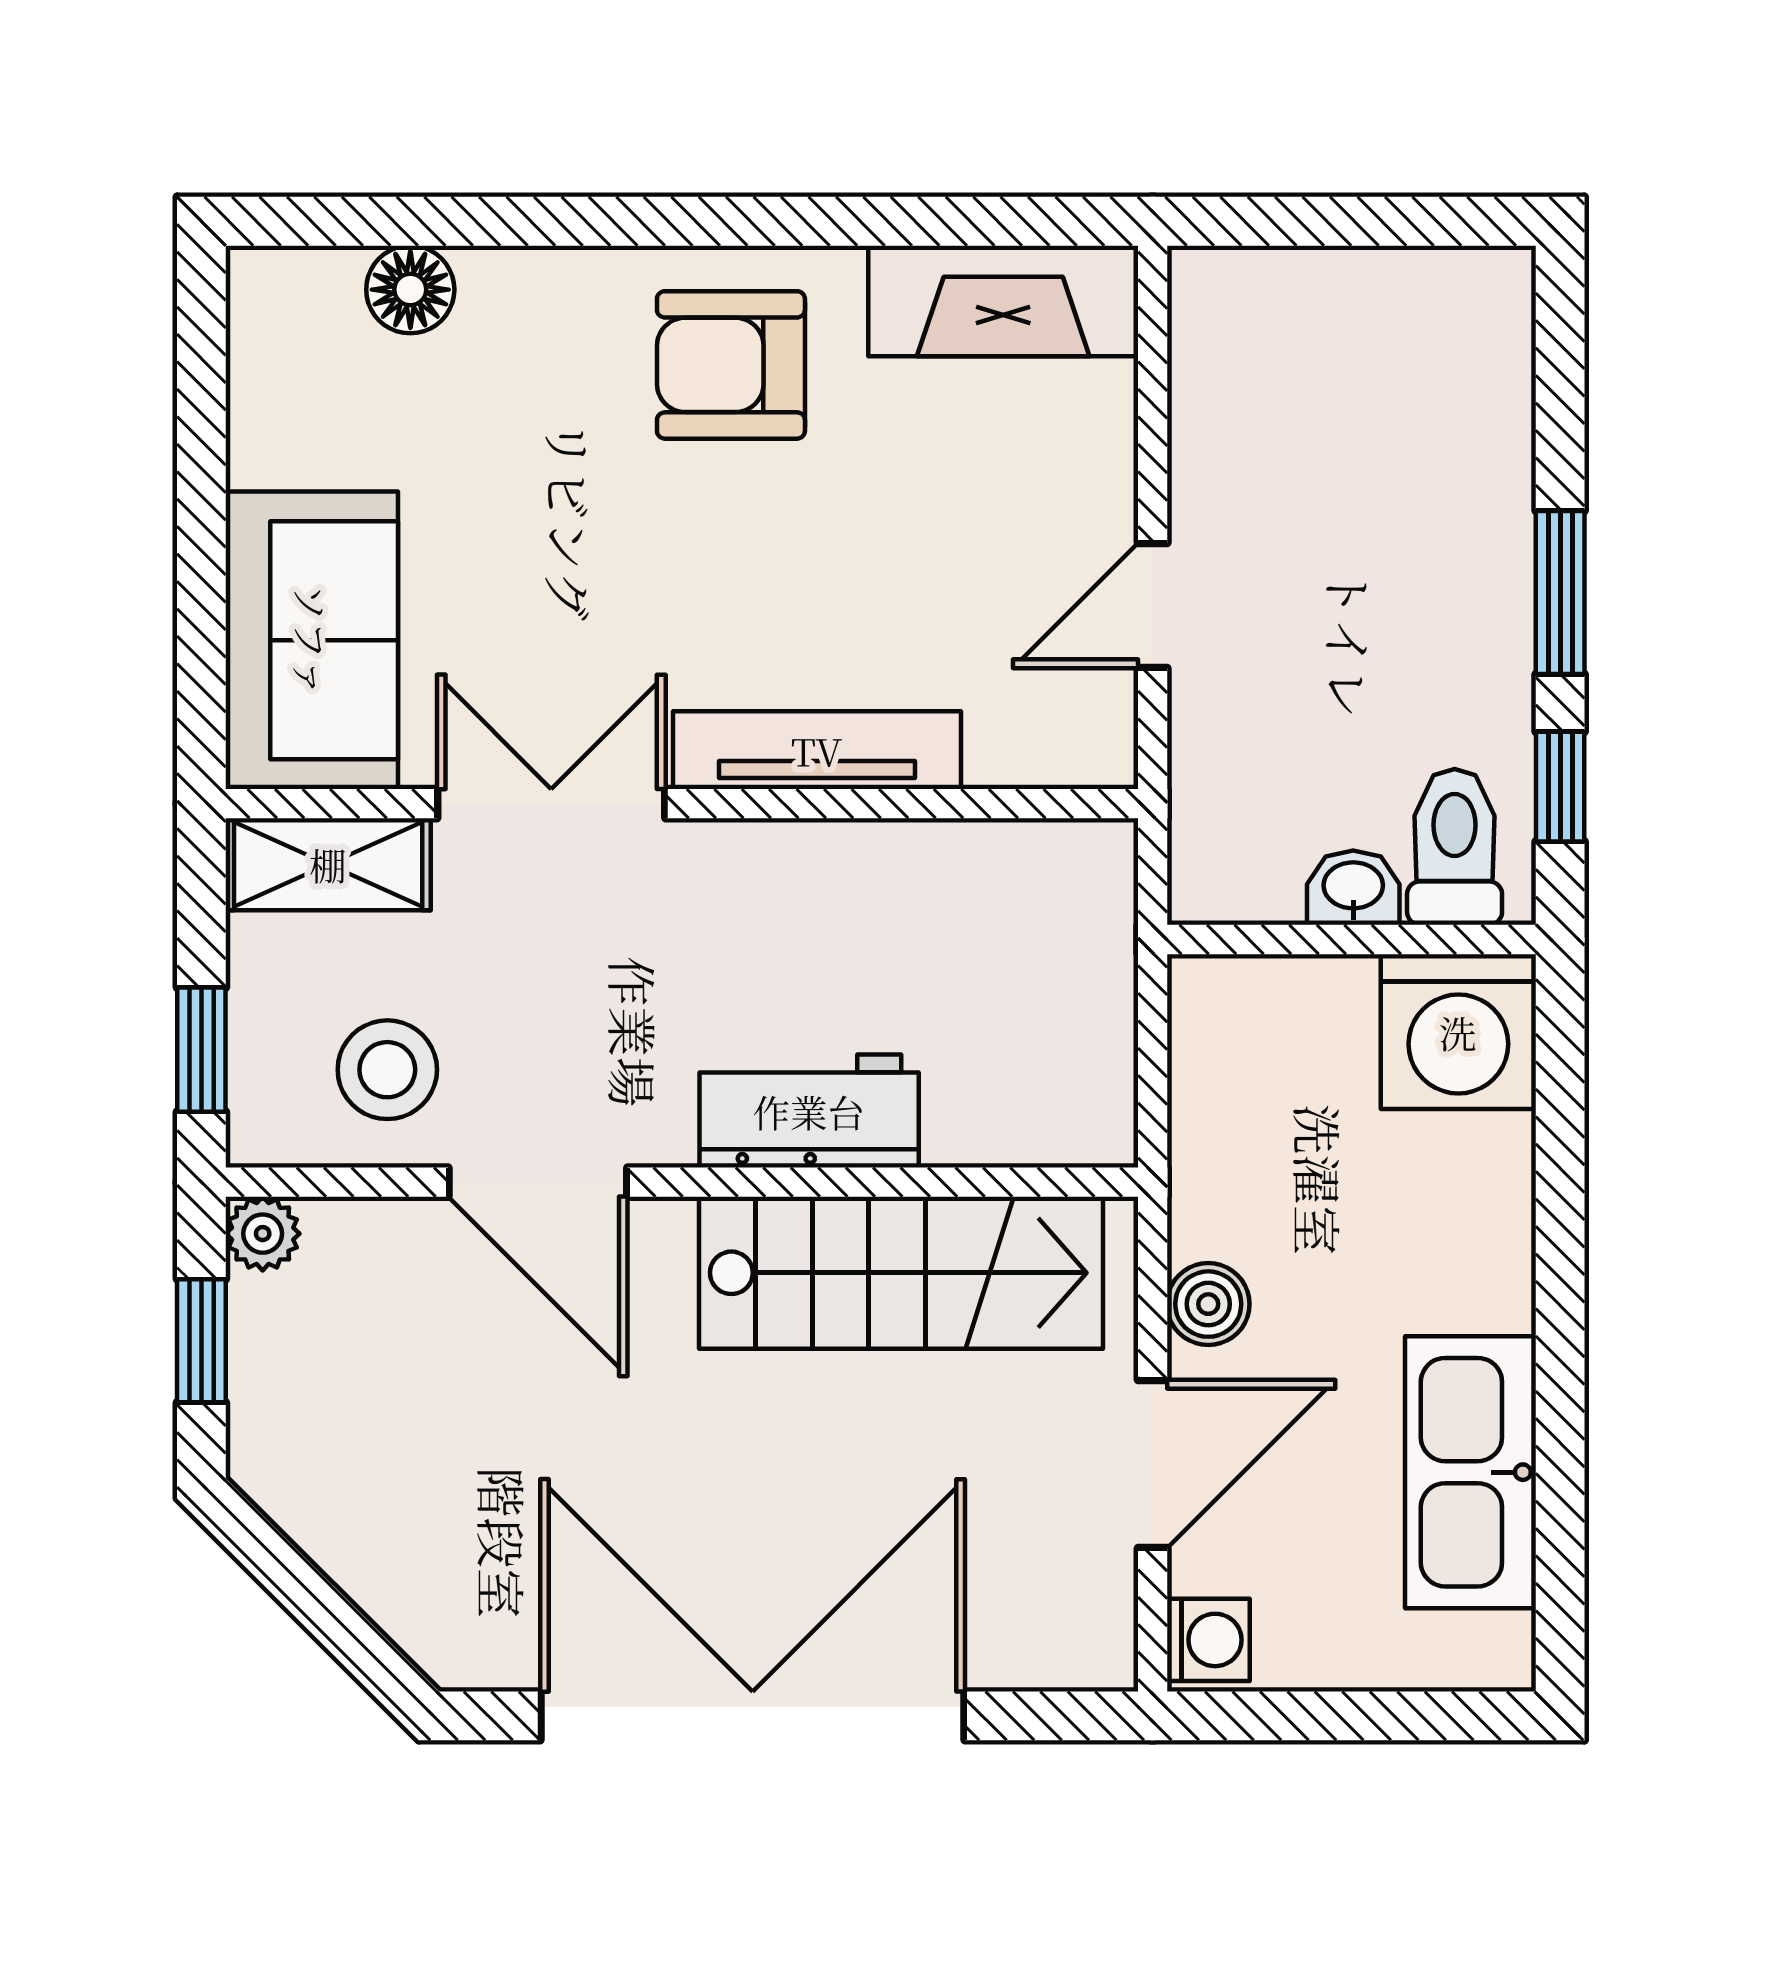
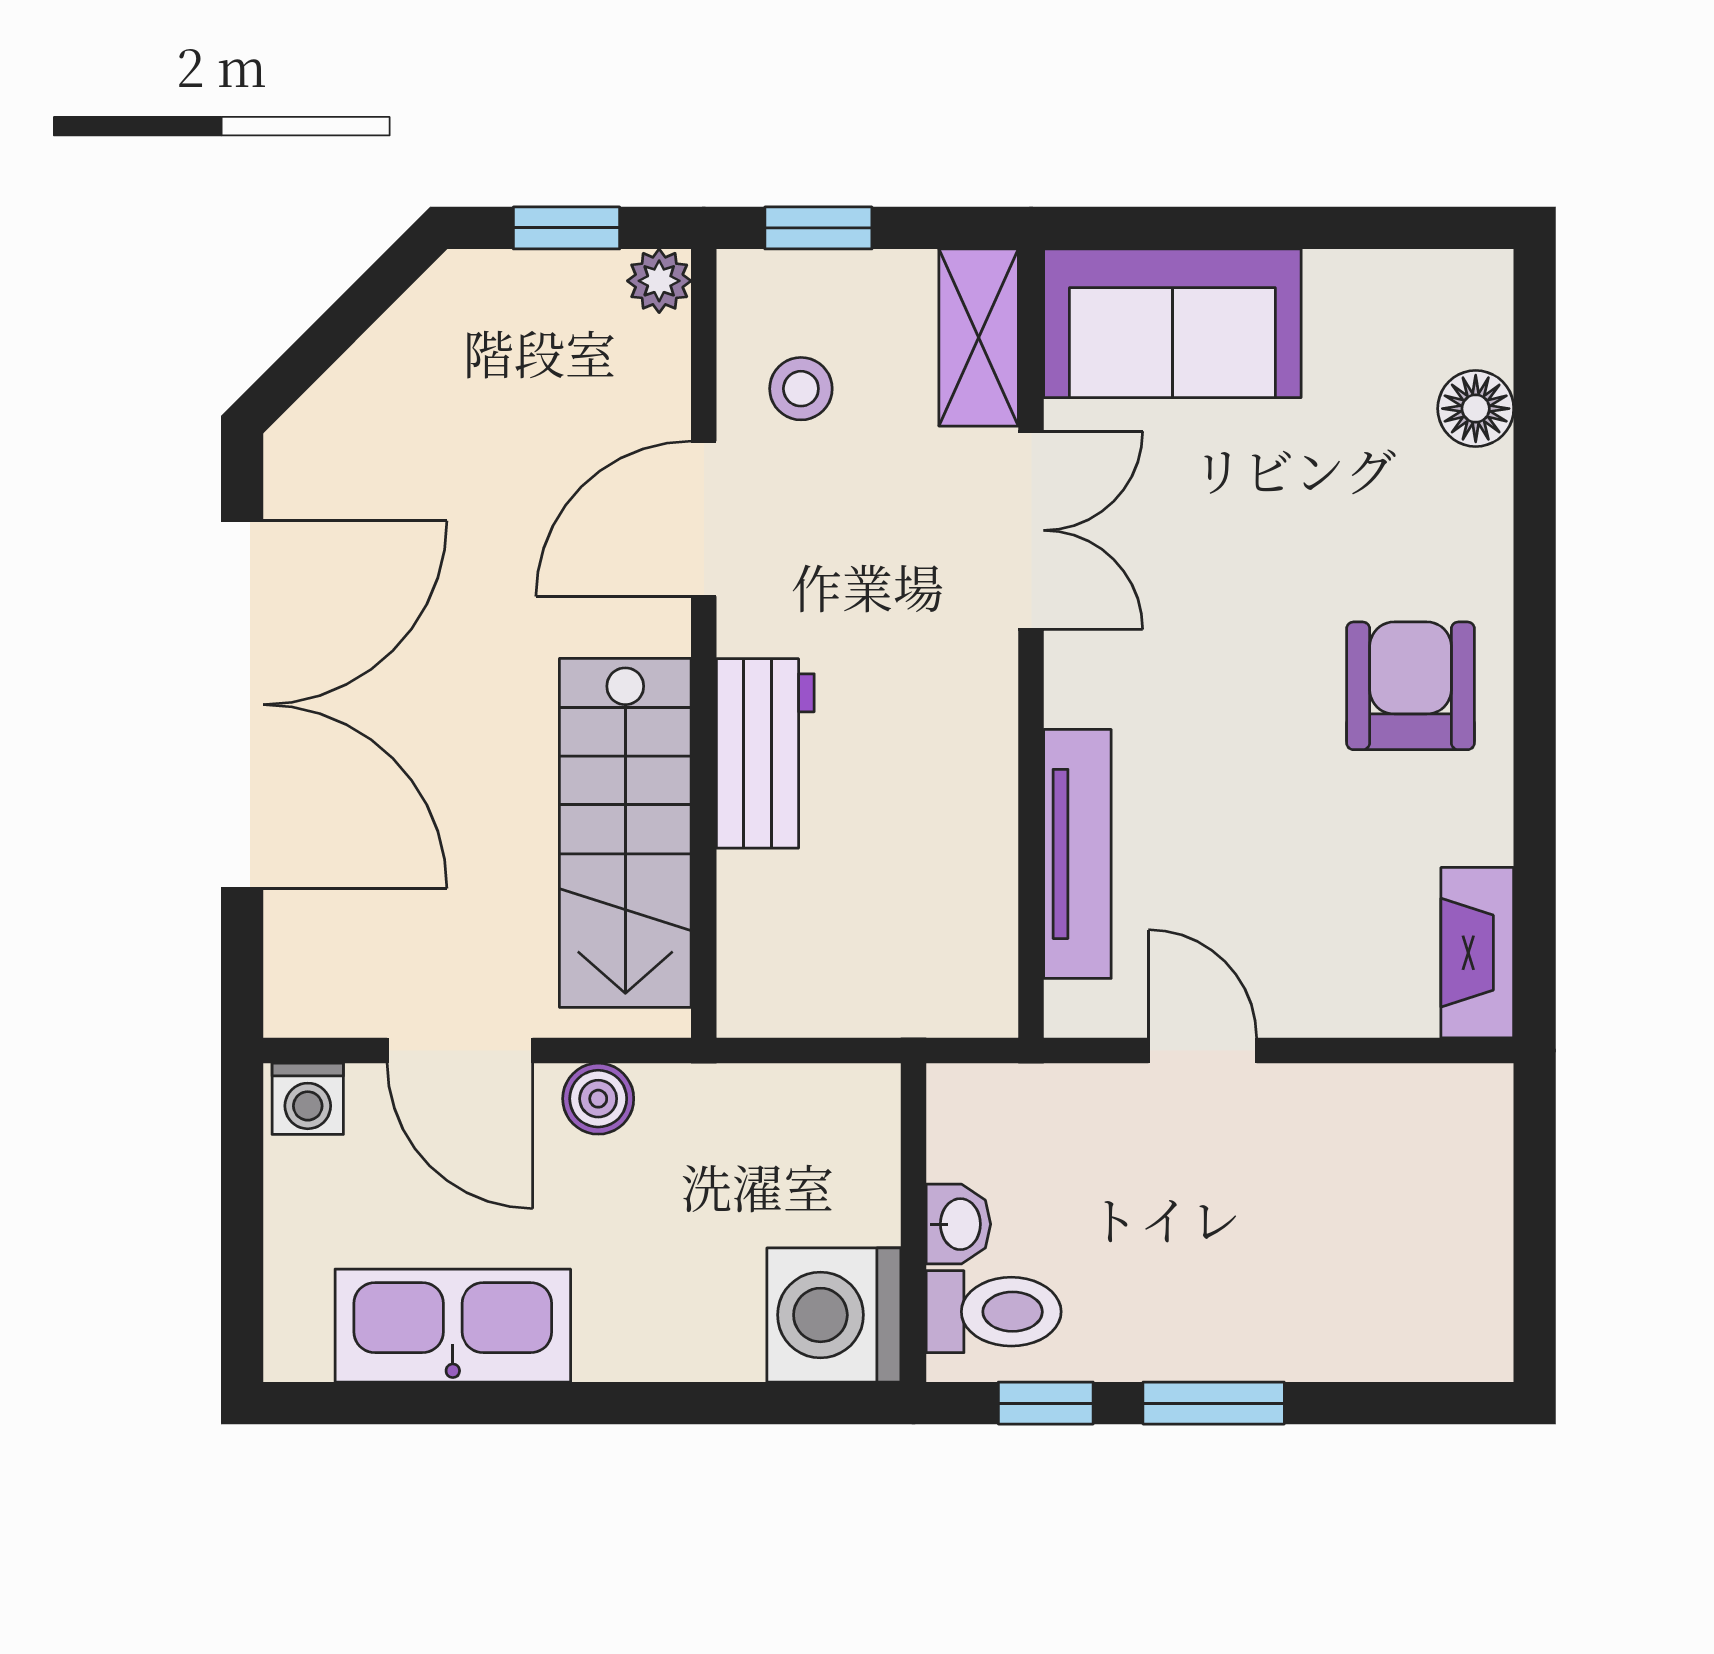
fireplace: (1003, 301) -> (1477, 953), width x0.73, depth x0.76
tv unit: (817, 750) -> (1077, 854), moved
stool: (387, 1070) -> (801, 389), width x0.73, depth x0.73

